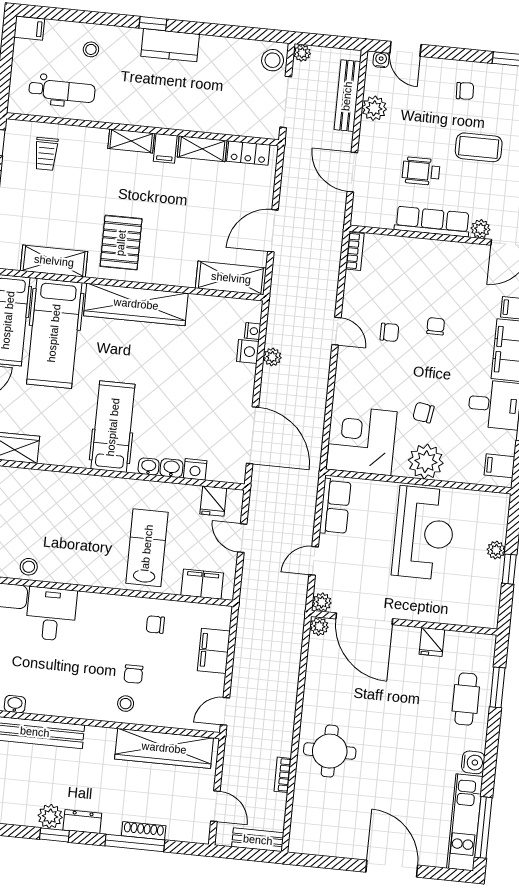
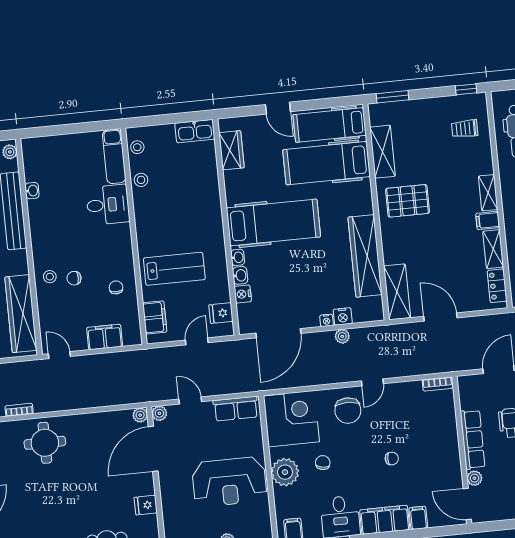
wardrobe: (136, 304) -> (365, 256), moved
nightstand: (253, 331) -> (326, 320), moved
chair: (389, 332) -> (348, 411), moved, width x1.87, depth x1.87
hospital bed: (113, 427) -> (273, 222), width x1.37, depth x1.29

